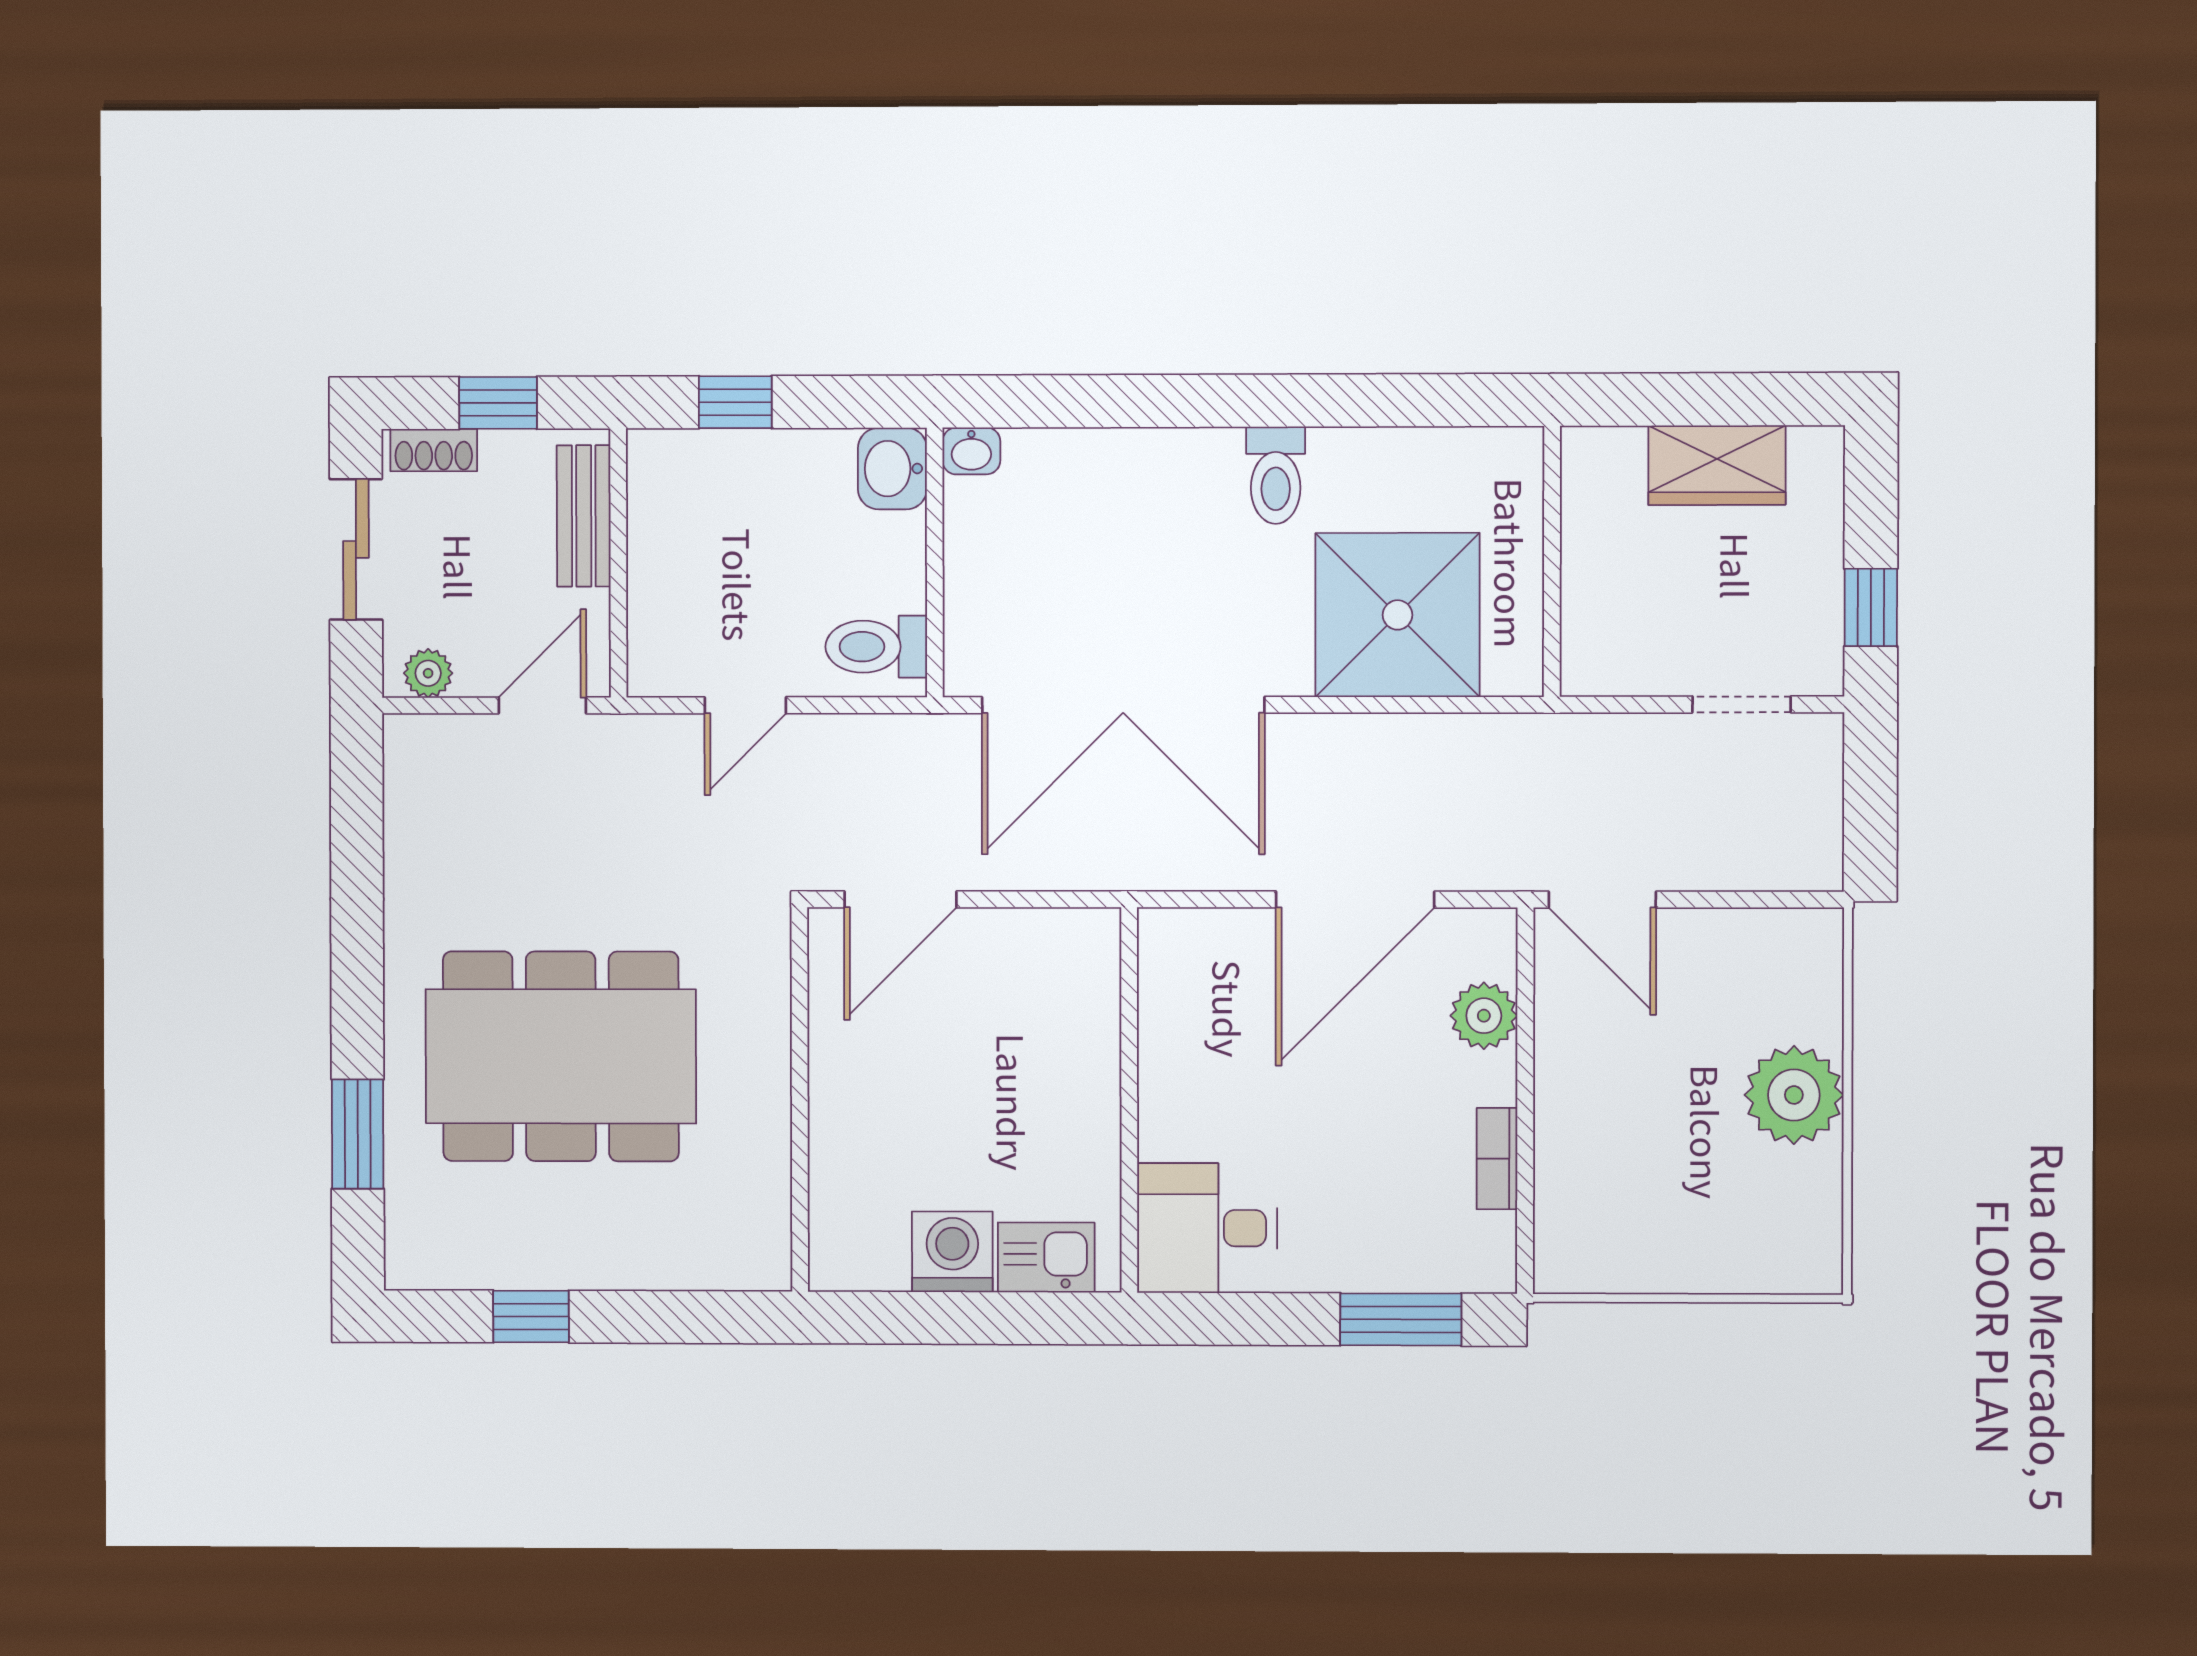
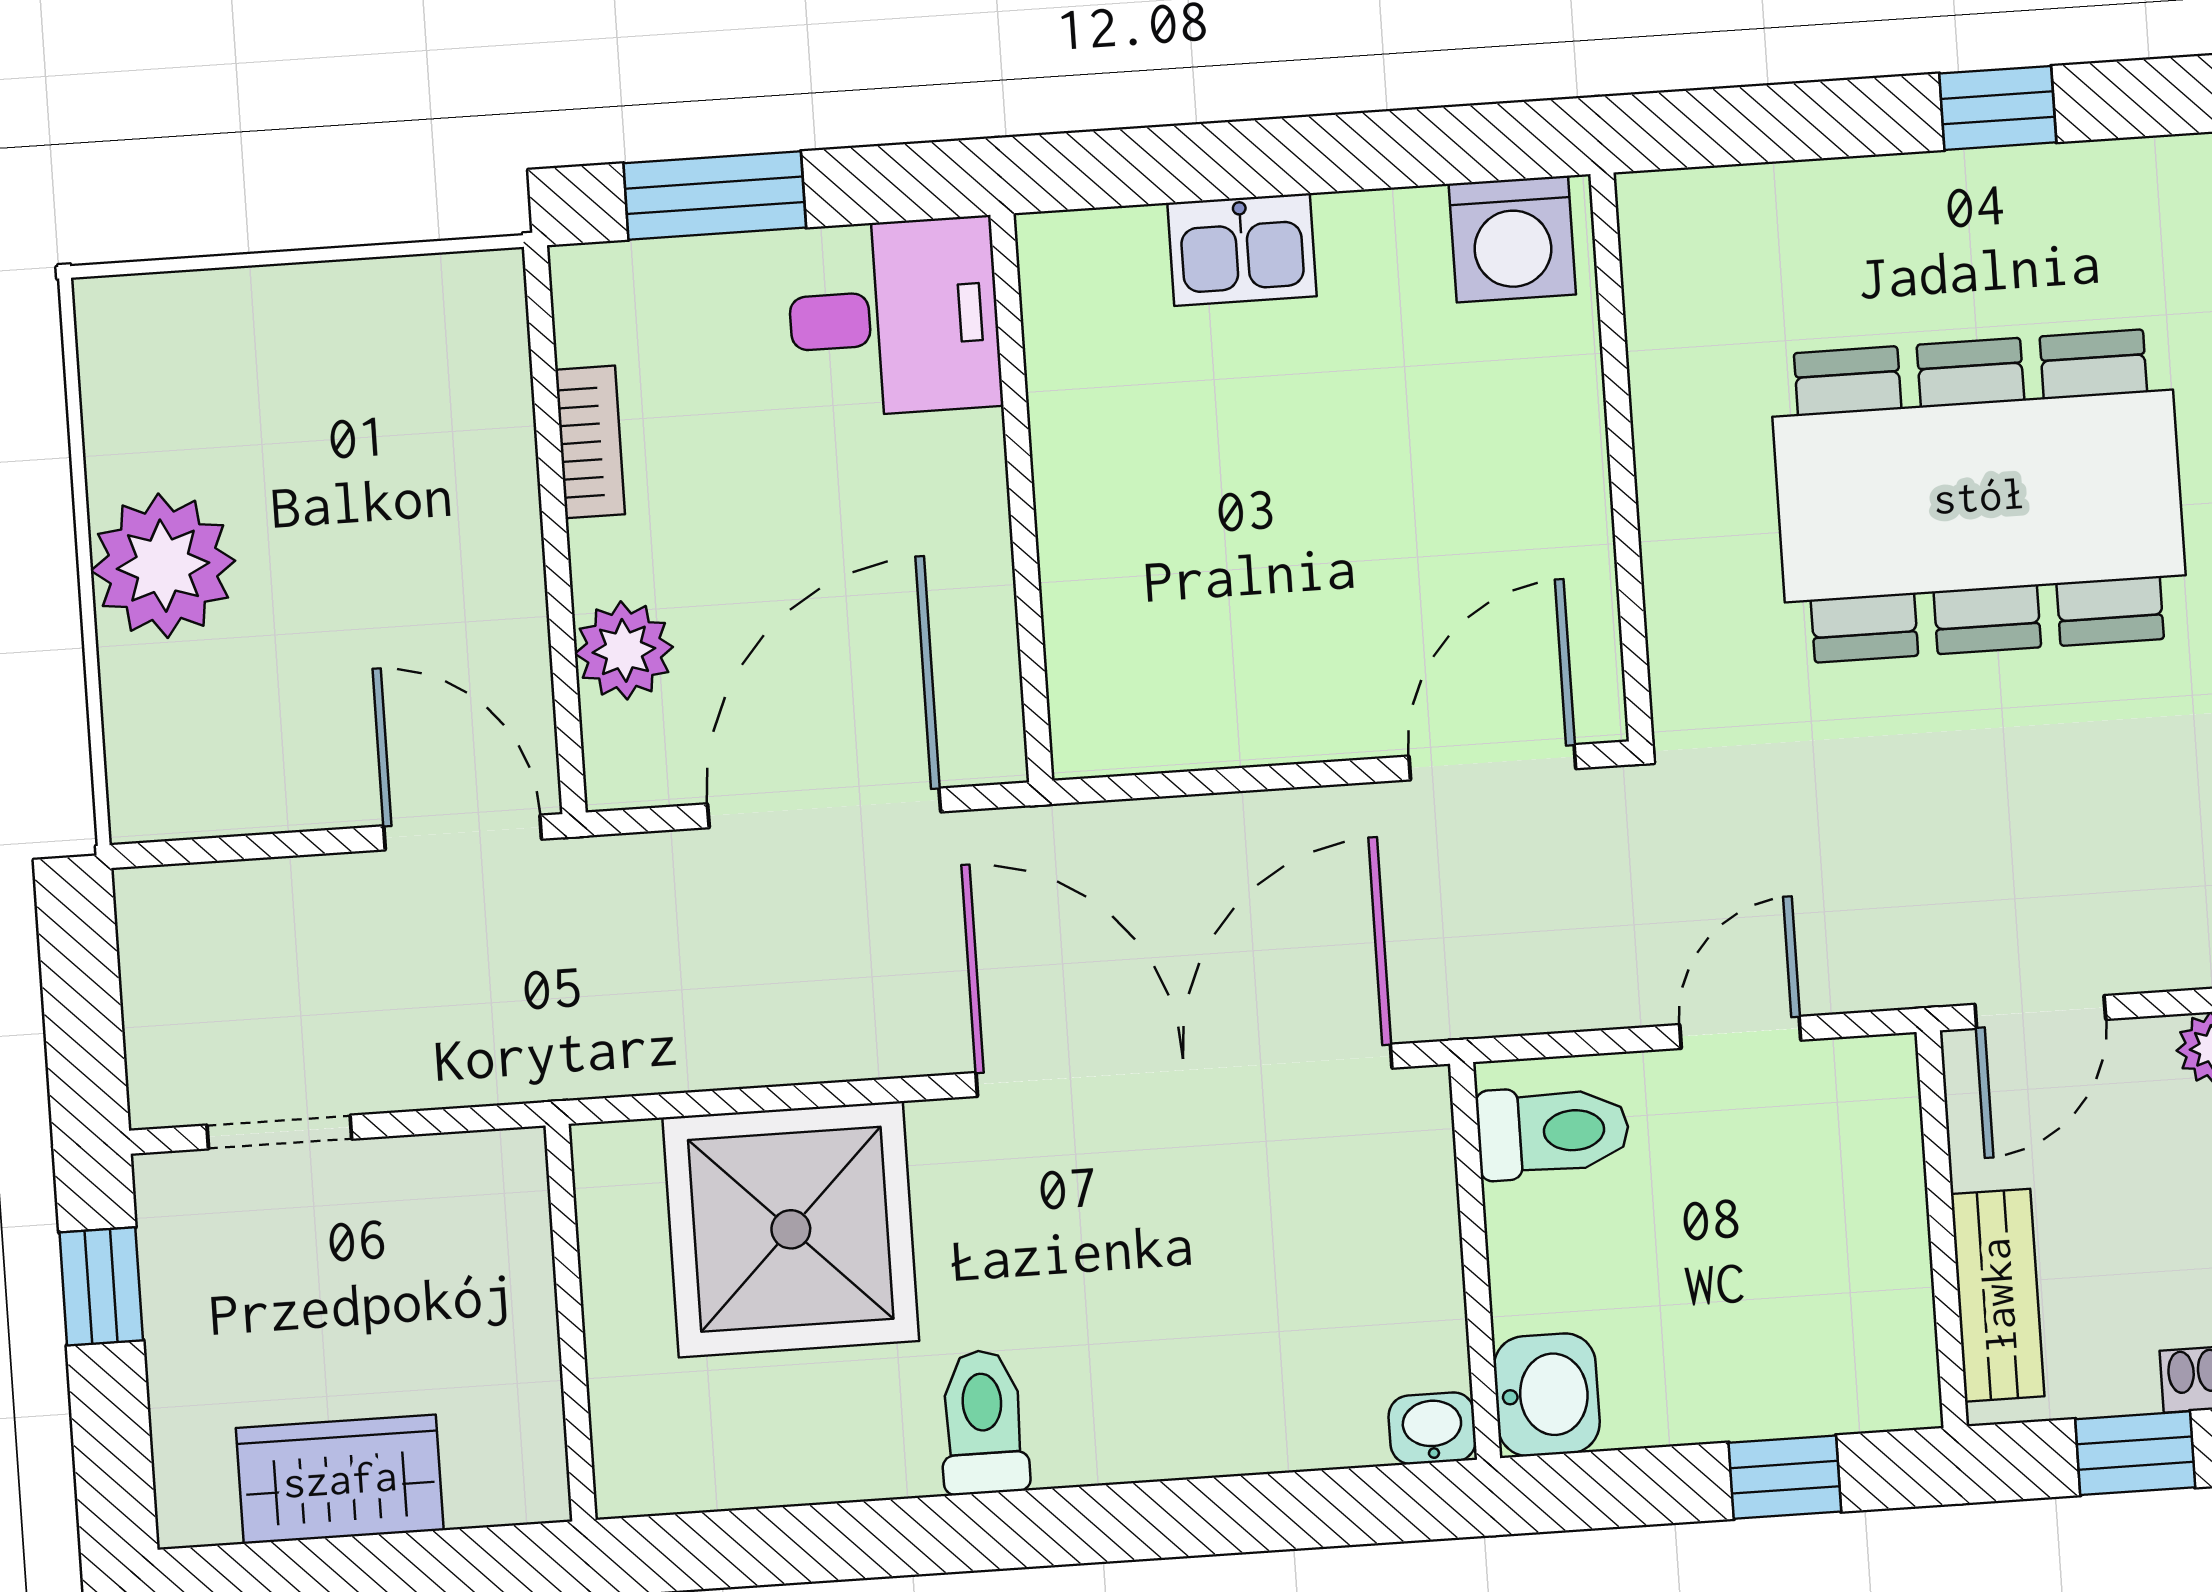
wall: (1129, 1100) -> (1021, 498), moved
desk: (1207, 1228) -> (894, 317), moved
washing machine: (952, 1252) -> (1512, 239), moved

